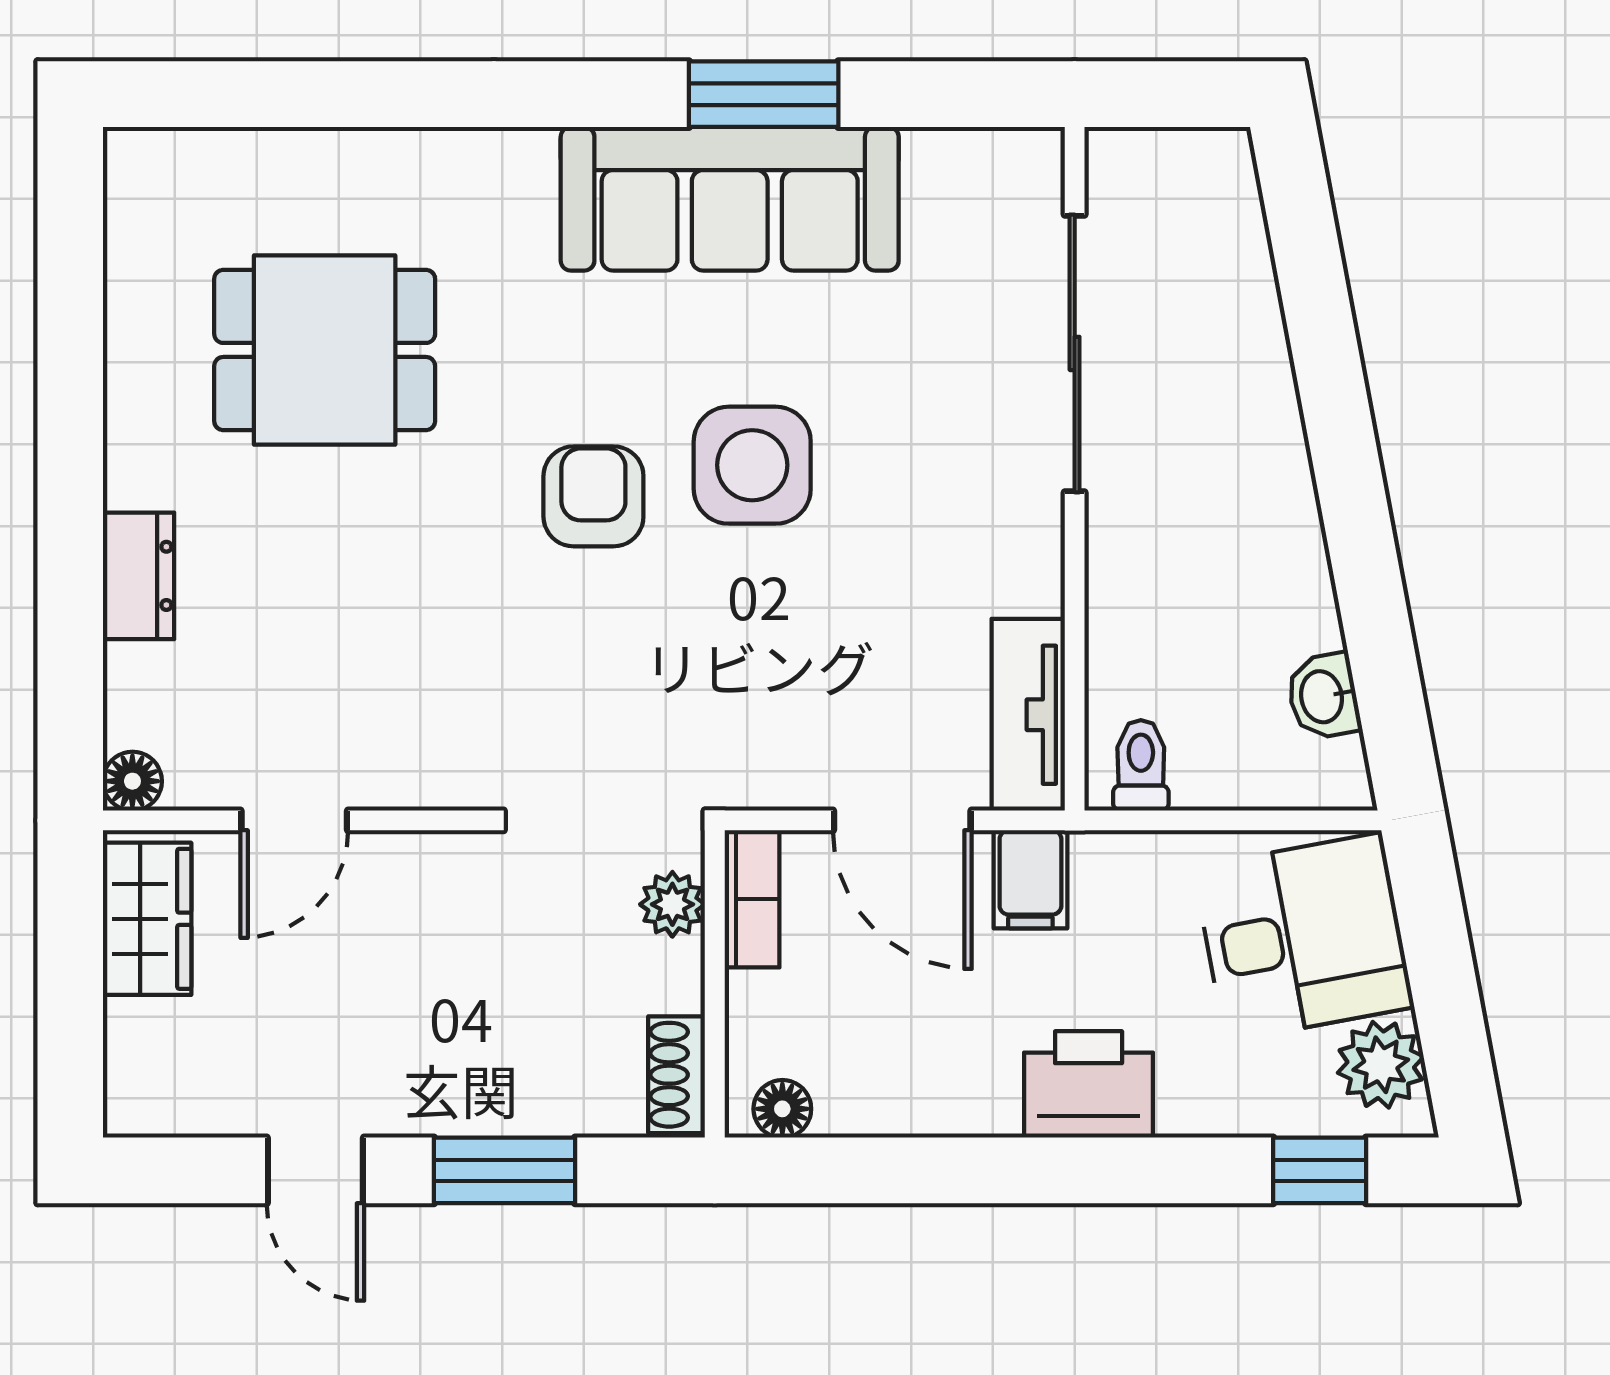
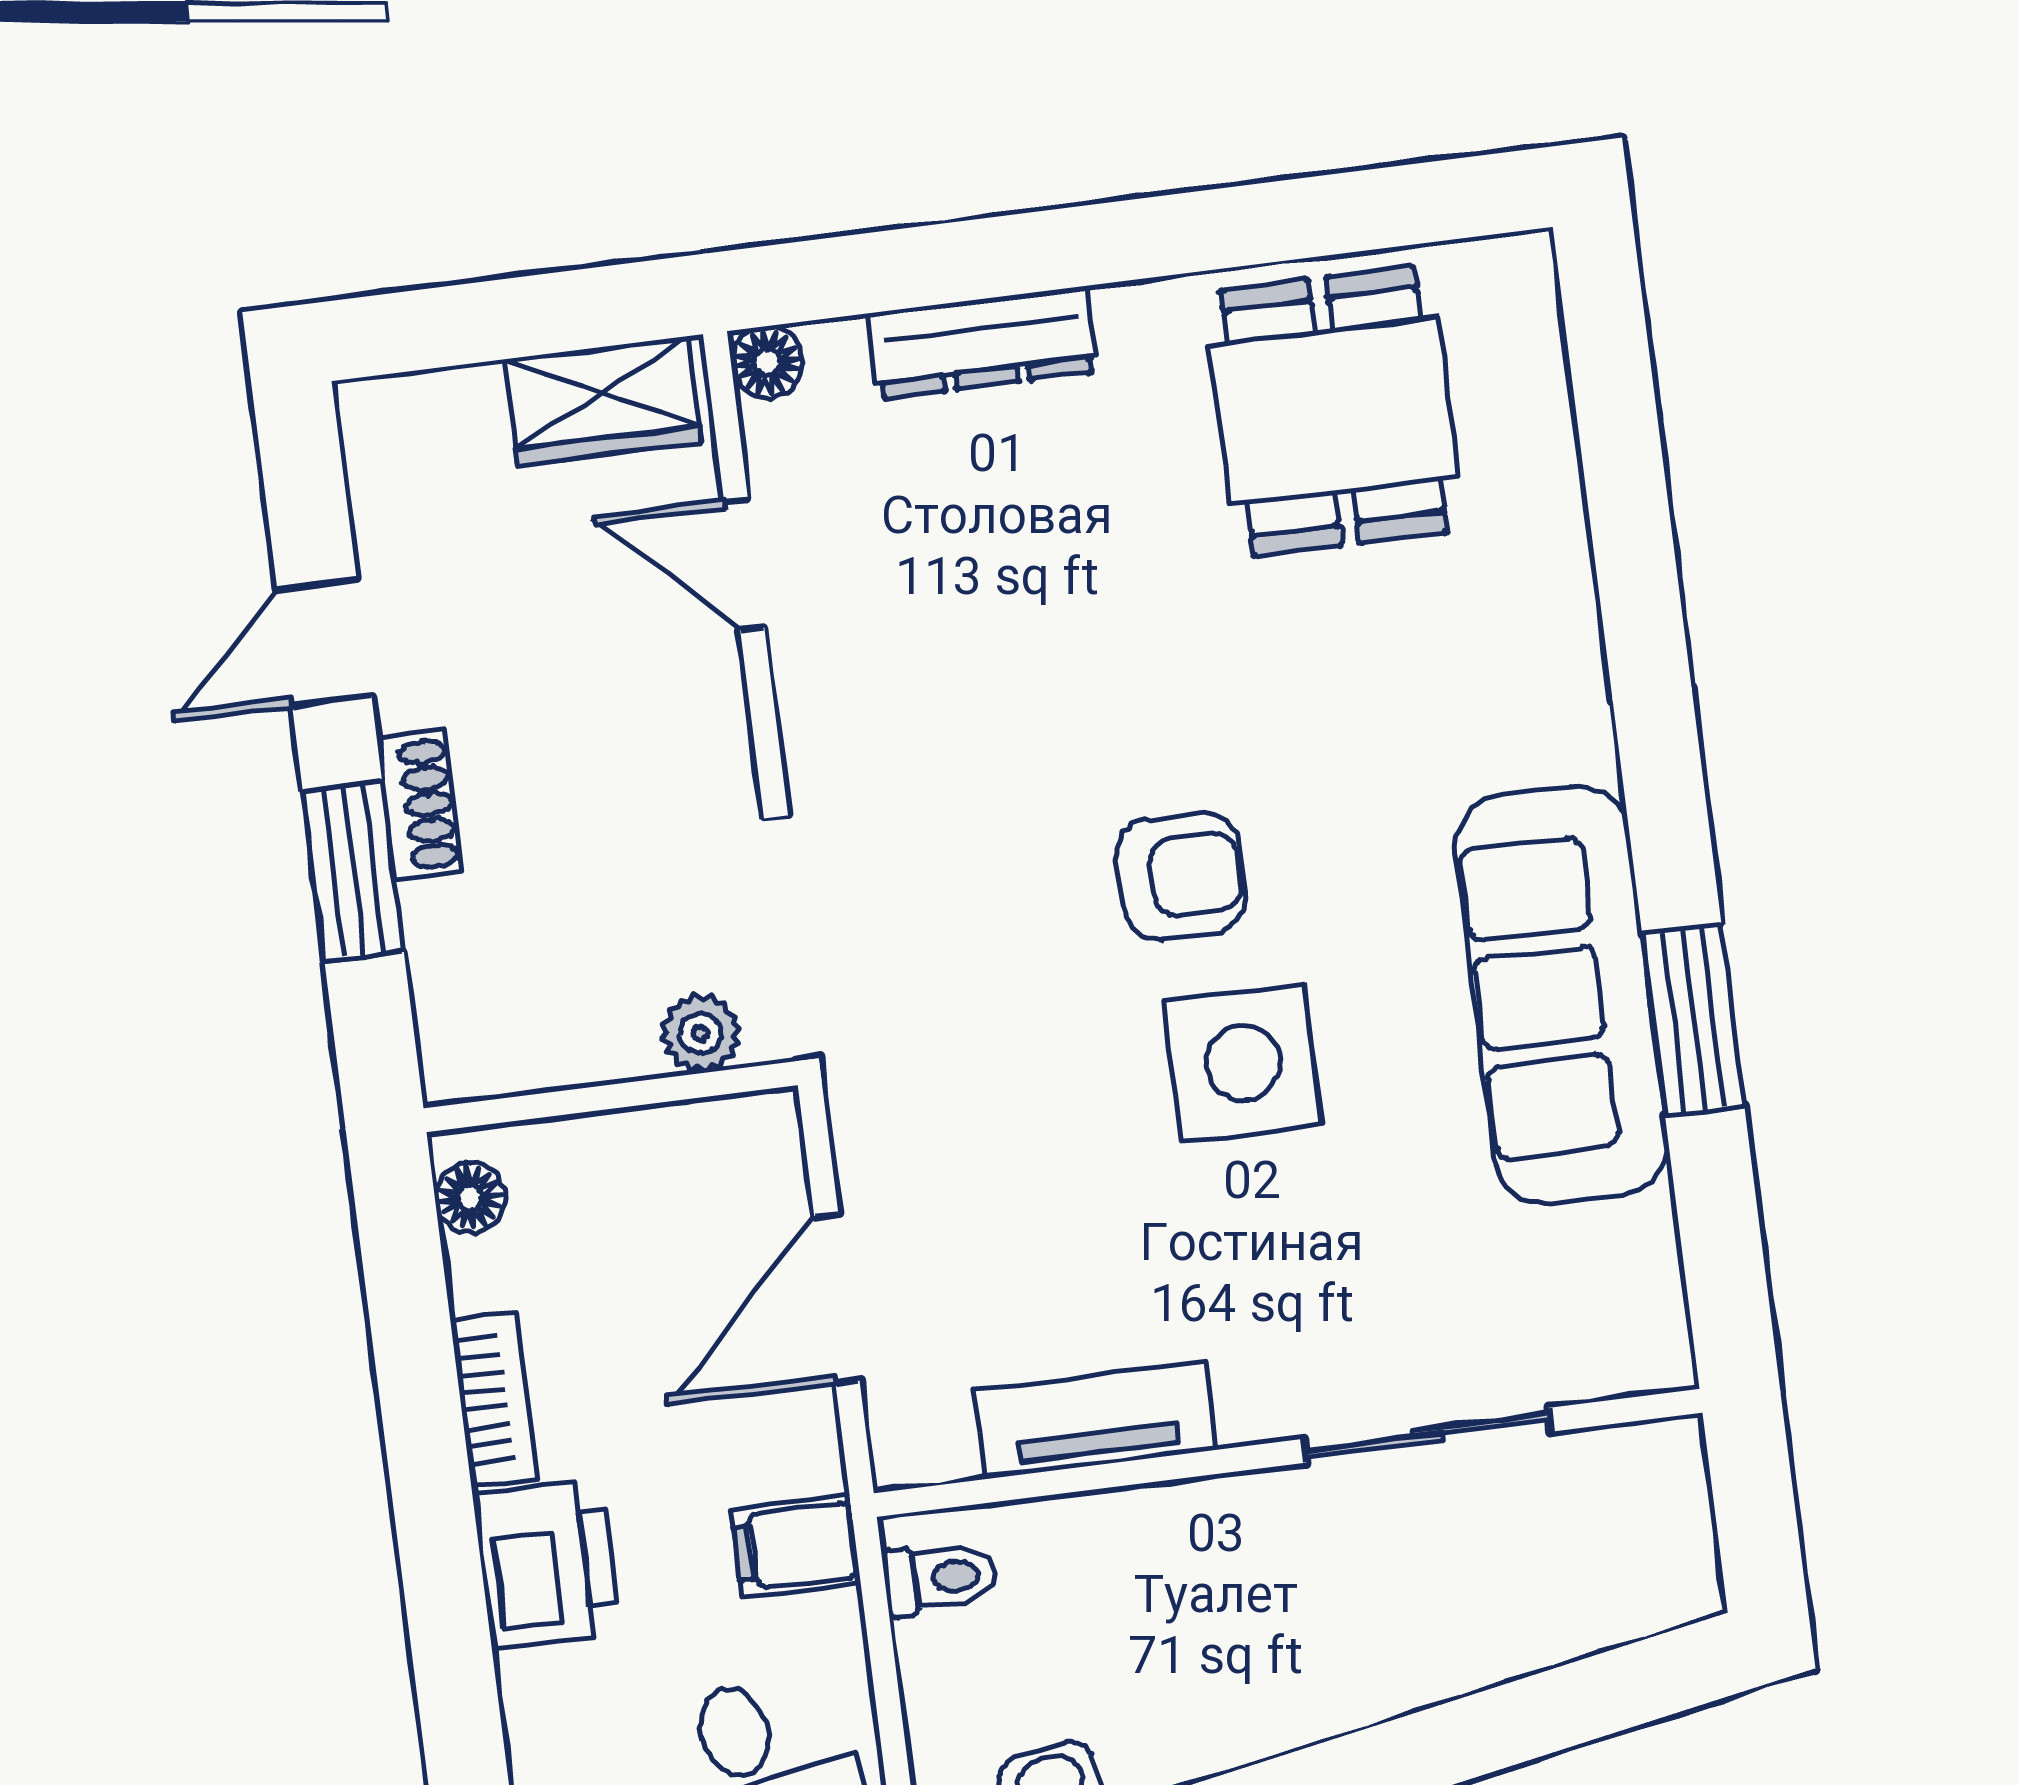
dining table: (325, 350) -> (1334, 411), moved
sliding door: (1075, 353) -> (1427, 1435), width x0.73
dresser: (139, 576) -> (982, 343), width x1.44
tv unit: (1028, 715) -> (1095, 1420), moved
filing cabinet: (1030, 879) -> (796, 1546), moved
bookcase: (752, 899) -> (494, 1399), moved, turned -90
shoe rack: (677, 1075) -> (420, 805), moved, turned 90

